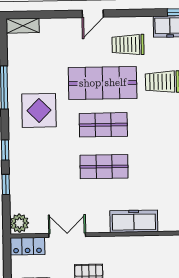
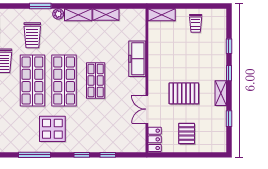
shop shelf: (103, 125) -> (64, 80), width x1.43, depth x1.36
plant: (19, 223) -> (137, 145), removed

